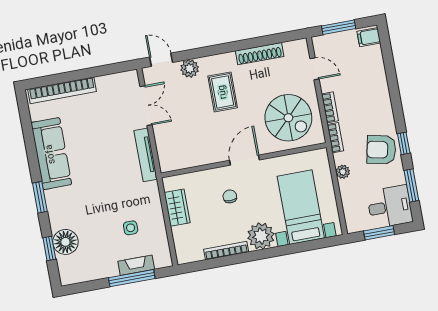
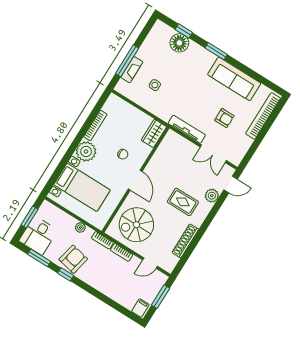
armchair: (100, 127) -> (224, 118), added
wardrobe: (177, 208) -> (154, 133), moved, turned 90

